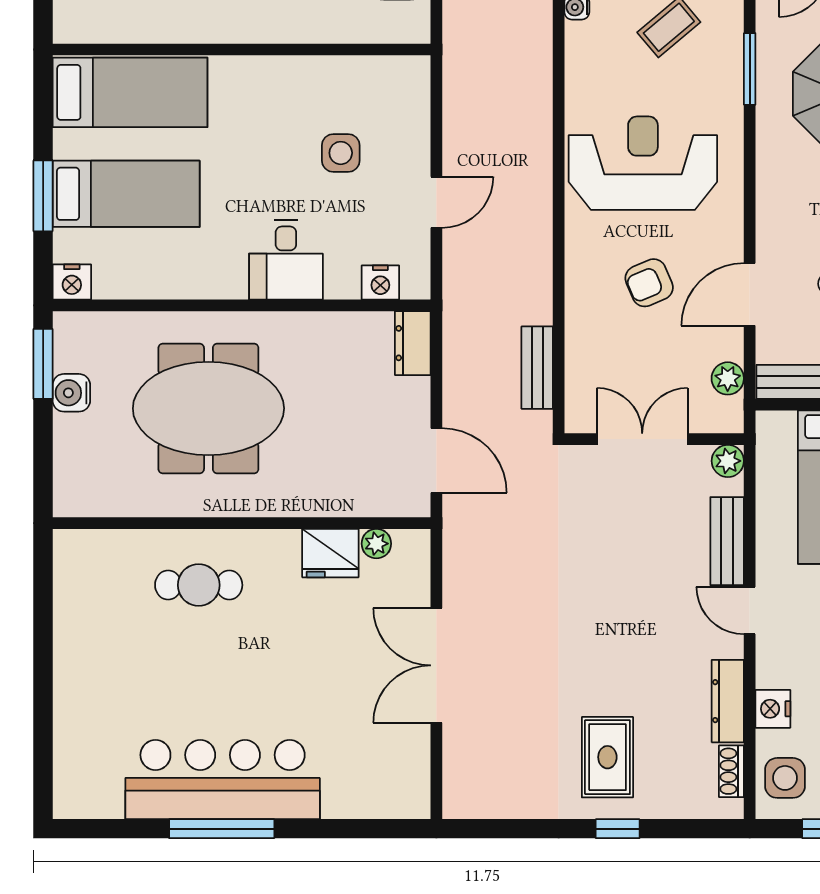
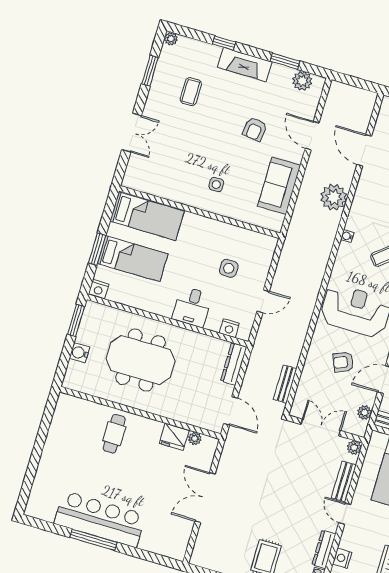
dresser: (413, 343) -> (234, 364), width x1.44
water cooler: (71, 393) -> (80, 353), moved
cafe table: (199, 585) -> (114, 434), turned 90

